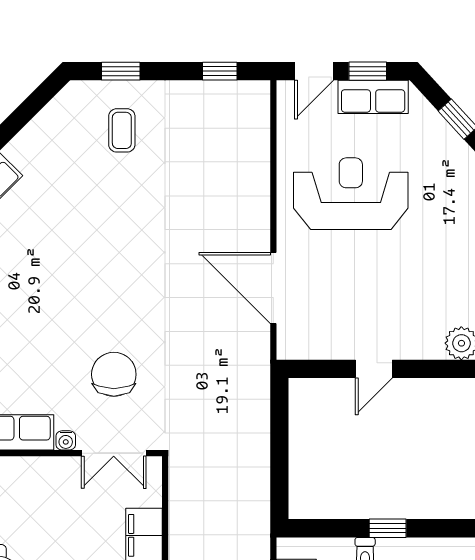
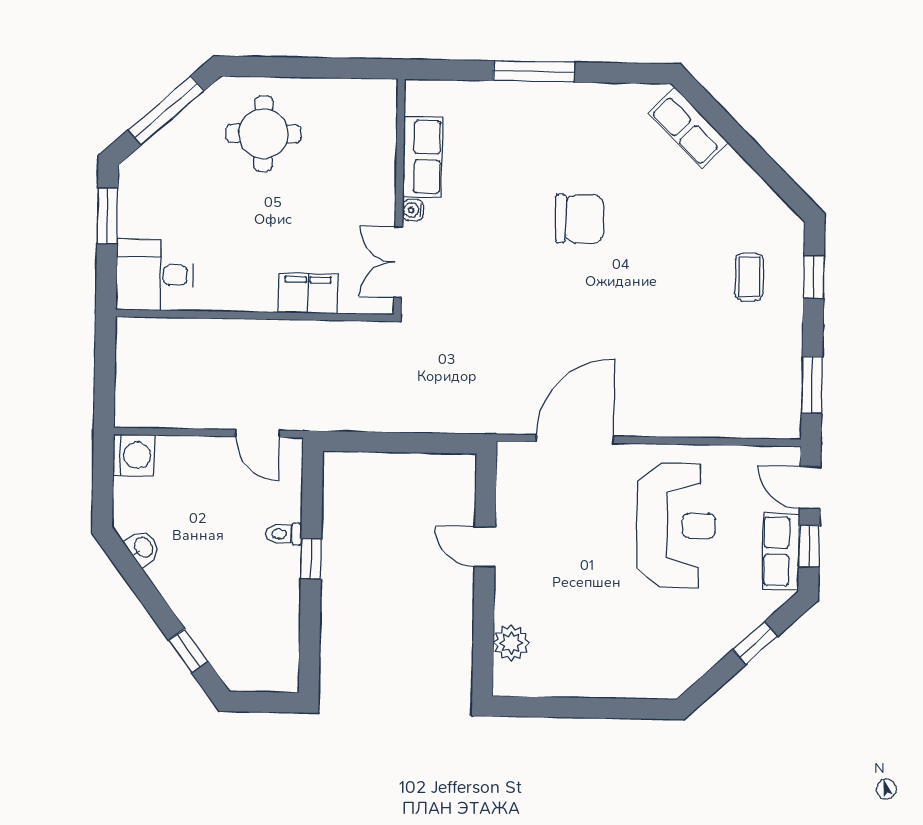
window: (220, 71) -> (812, 385), width x1.50
coffee table: (122, 130) -> (749, 277), turned 90
chair: (114, 374) -> (580, 219), moved

